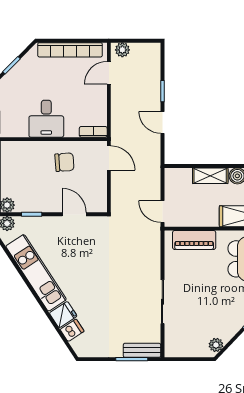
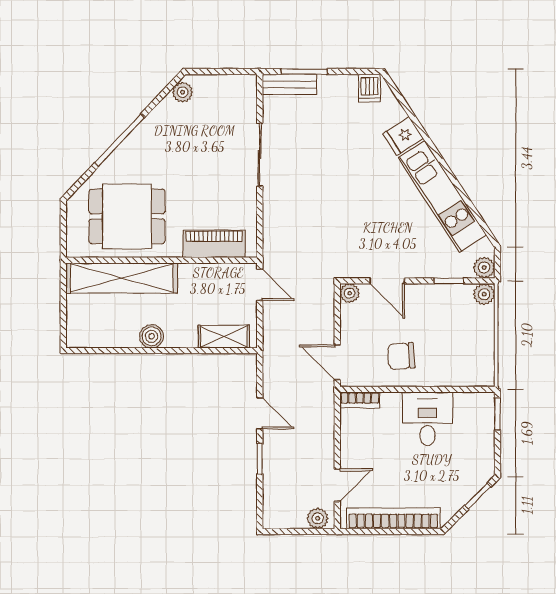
shelving: (210, 176) -> (224, 337), moved
plant: (100, 206) -> (350, 293), added
dishwasher: (72, 330) -> (369, 88), moved, turned -57

